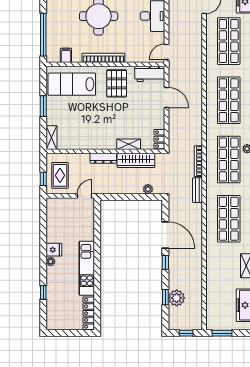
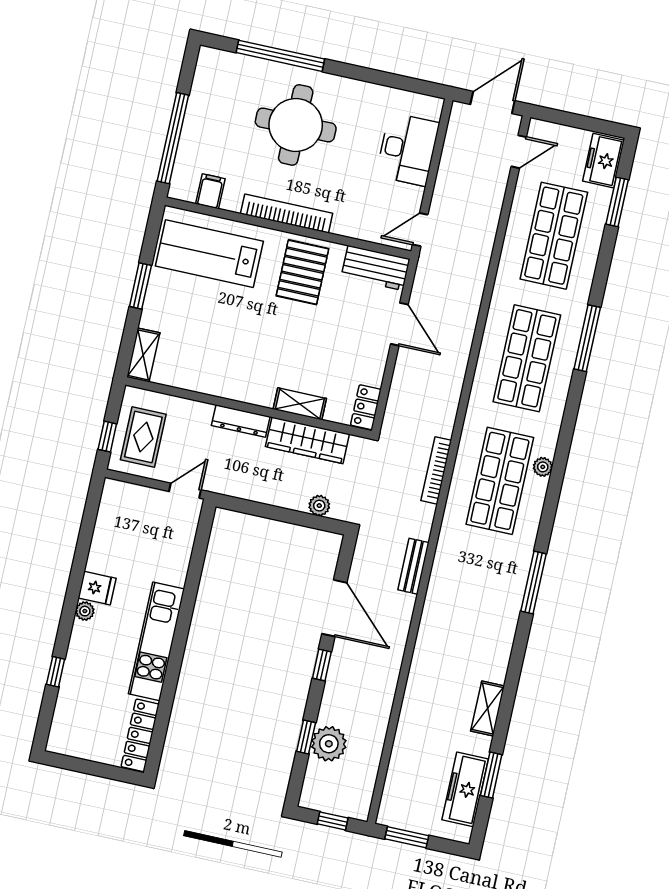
bench: (197, 190) -> (413, 566), moved
shop shelf: (229, 219) -> (473, 604), removed

